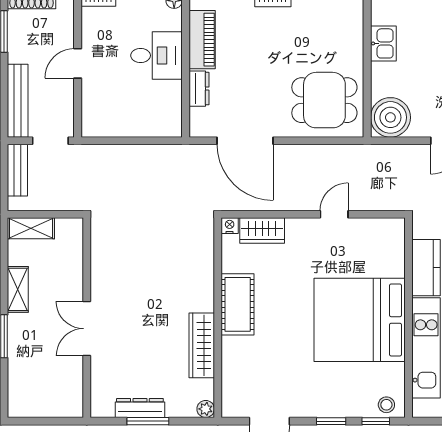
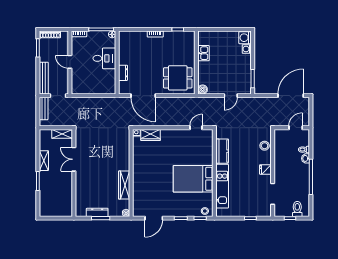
piano: (202, 40) -> (124, 51), removed
door: (78, 63) -> (70, 62), hinge flipped
boiler: (390, 117) -> (203, 89), width x0.54, depth x0.54
door: (334, 214) -> (196, 128), moved
shelving: (31, 228) -> (62, 134), moved
cot: (238, 304) -> (140, 167), removed
bed: (360, 320) -> (193, 179), width x0.73
double door: (87, 329) -> (74, 159), moved

